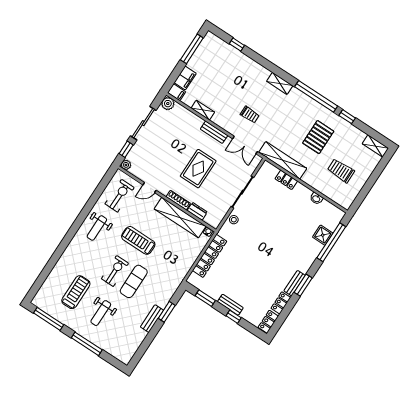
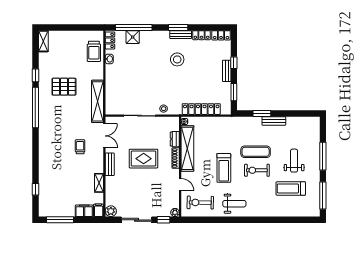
shelving: (280, 83) -> (43, 140), removed
trolley: (341, 171) -> (94, 51), moved
locker: (286, 180) -> (110, 40), moved
stool: (273, 264) -> (177, 59), added
weight bench: (101, 313) -> (294, 161), turned -90

